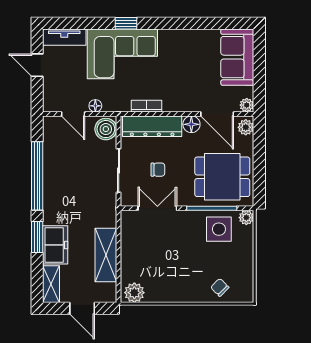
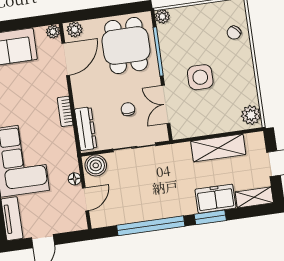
bookcase: (147, 106) -> (65, 111), moved
floor lamp: (191, 124) -> (79, 83), removed
dresser: (152, 126) -> (86, 129), width x0.73, depth x0.80
side table: (219, 229) -> (200, 77), moved

